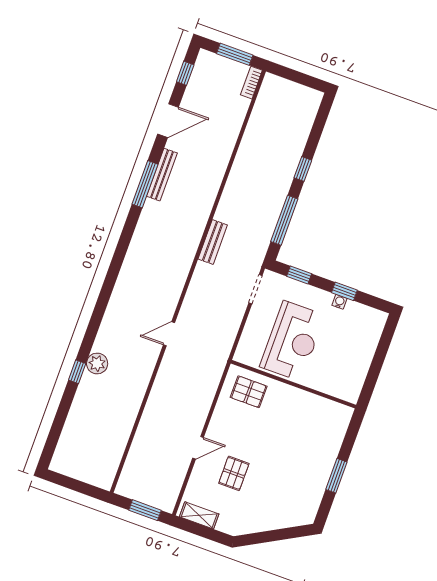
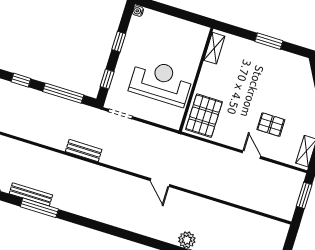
water cooler: (339, 302) -> (138, 11), moved
pallet: (249, 392) -> (204, 116), width x1.50, depth x1.42
shelving: (331, 408) -> (214, 48), added

